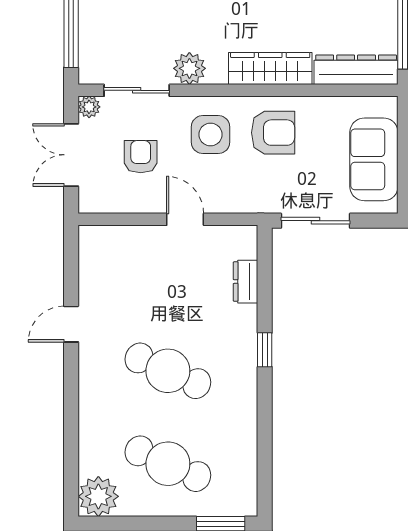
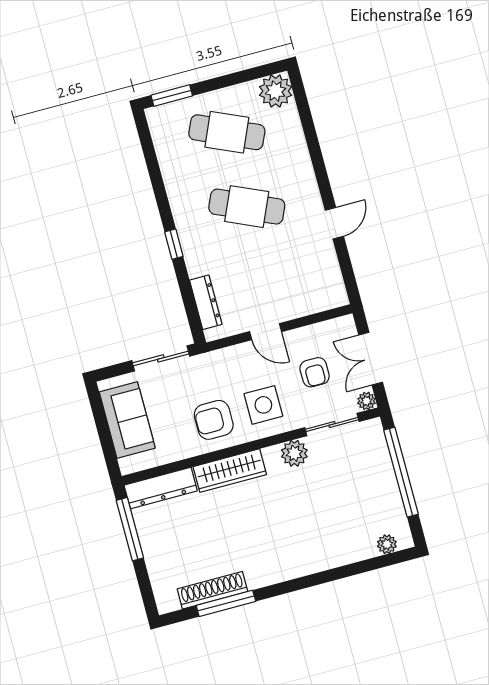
double door: (71, 155) -> (371, 359), swing flipped
dresser: (246, 282) -> (206, 302), width x1.44

